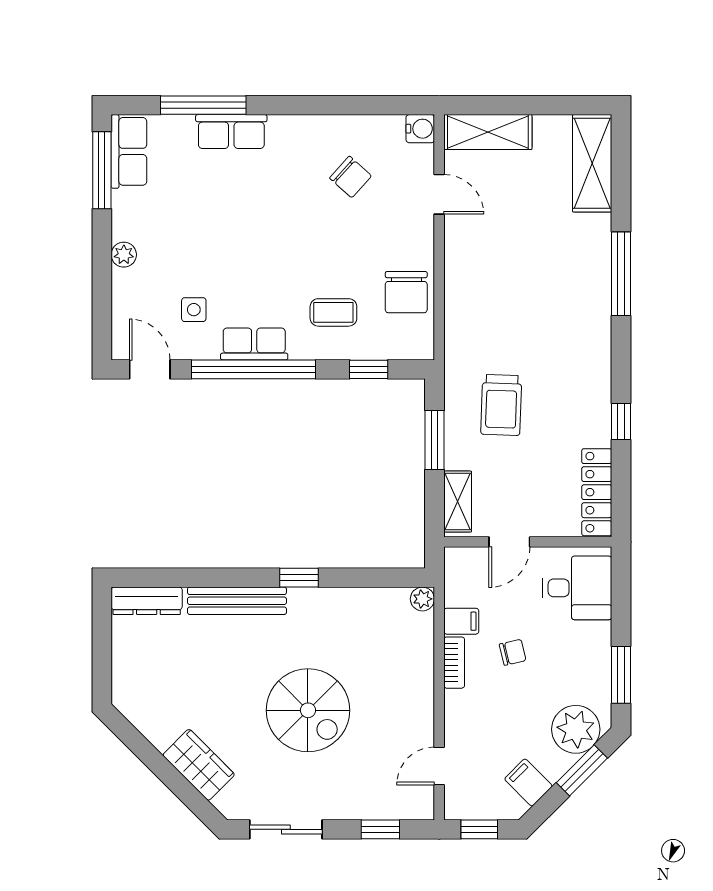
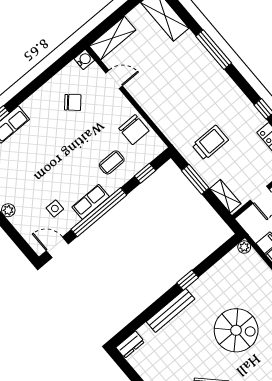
trolley: (501, 405) -> (210, 143), turned -92
dresser: (147, 601) -> (130, 345), width x0.70

